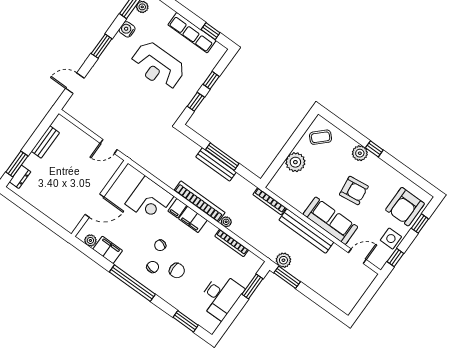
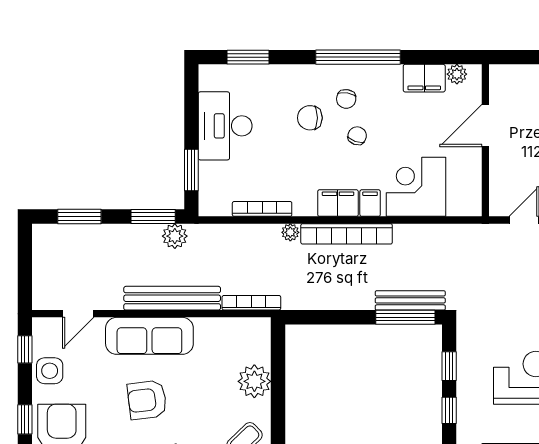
window: (222, 157) -> (405, 317), moved
bench: (216, 164) -> (410, 300), moved
window: (323, 303) -> (79, 216), added

